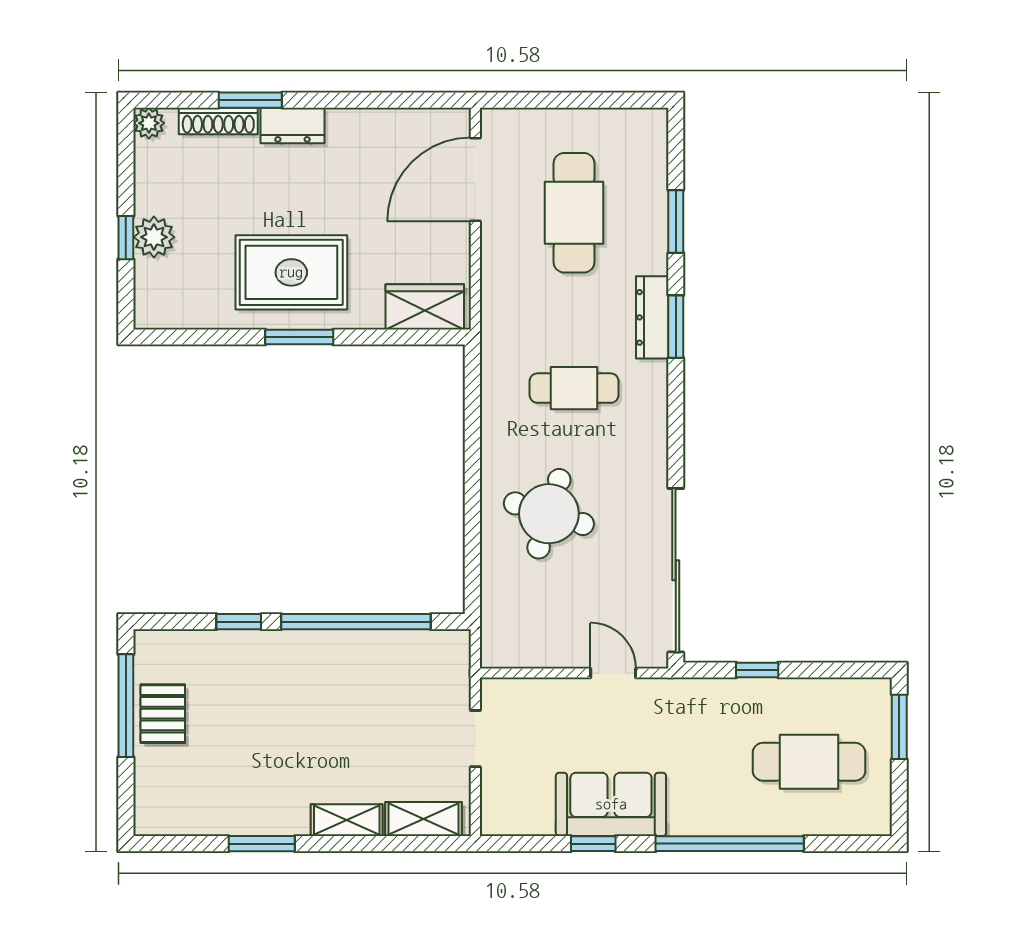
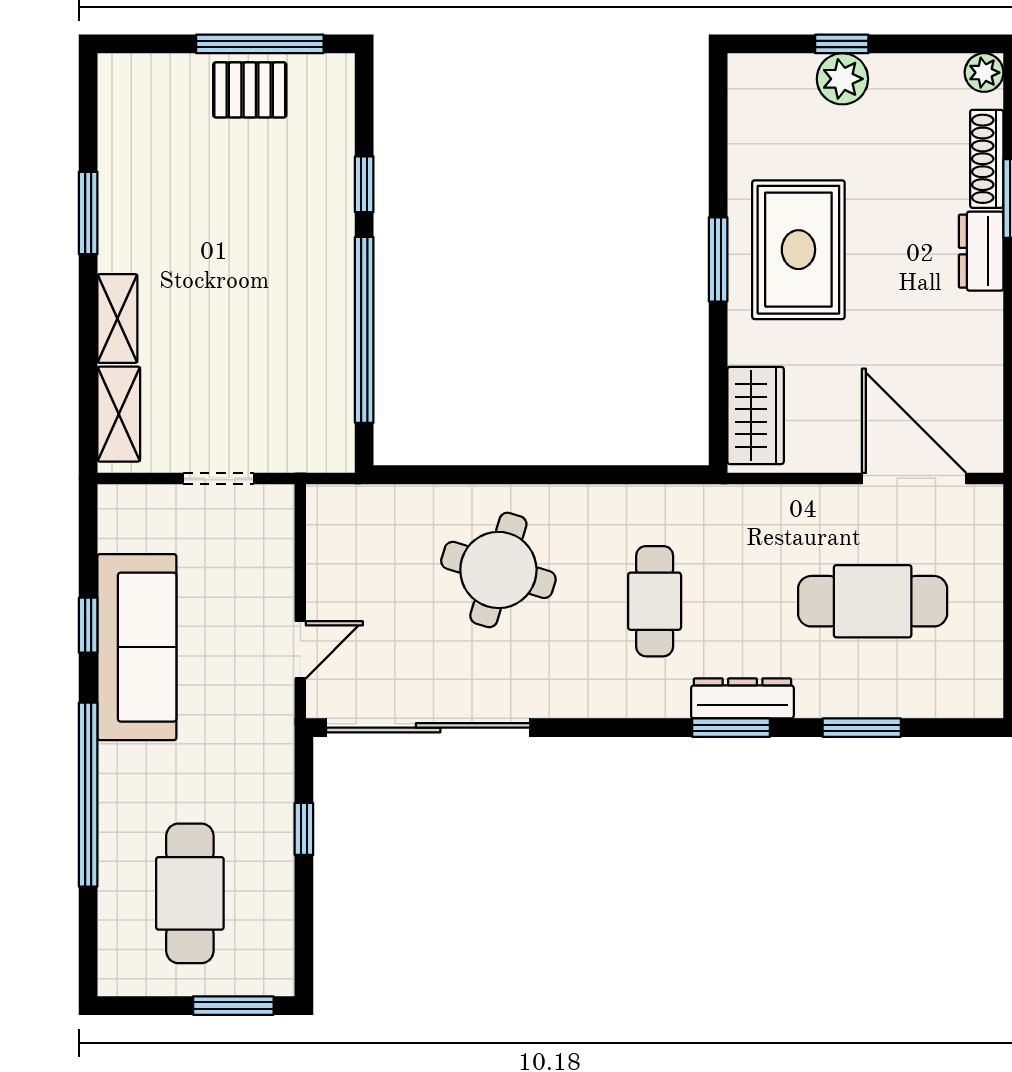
sofa: (611, 804) -> (137, 647), width x1.36

